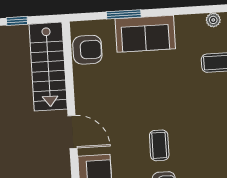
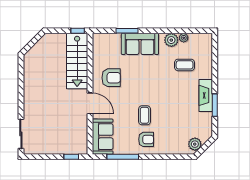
window: (17, 21) -> (78, 31), moved
plant: (194, 25) -> (171, 40), added
armchair: (87, 50) -> (111, 78), moved

